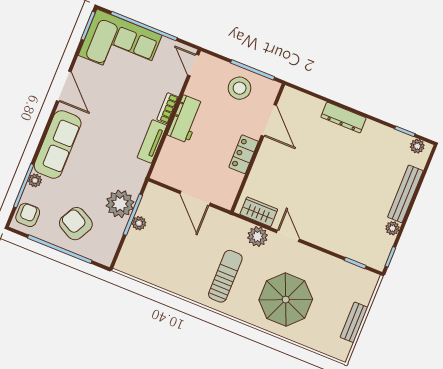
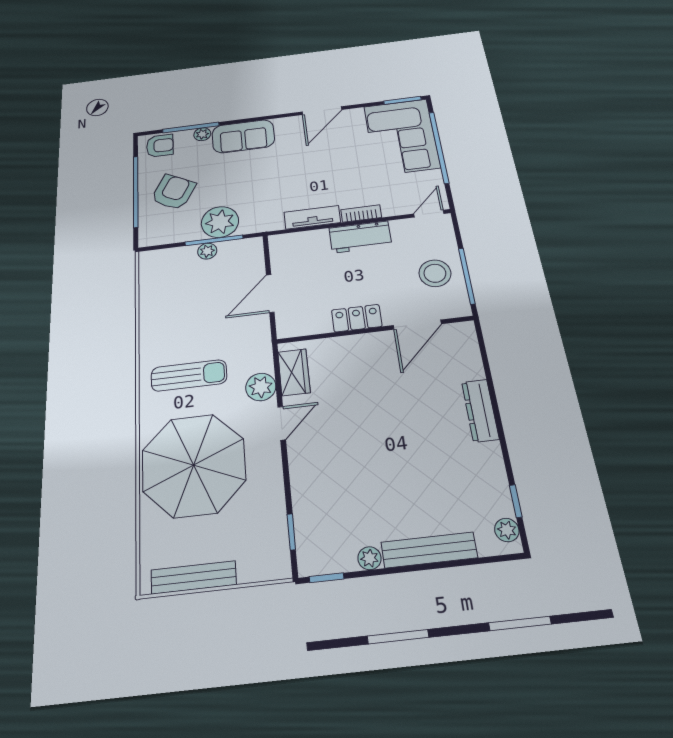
sofa: (58, 144) -> (243, 136), width x0.73
parasol: (286, 300) -> (194, 465), width x1.36, depth x1.36
bench: (354, 322) -> (194, 577), width x1.36

